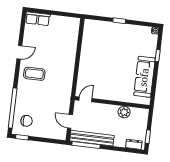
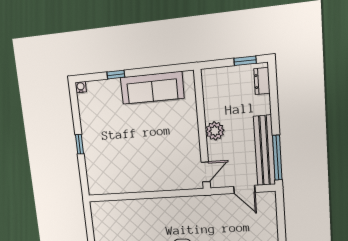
door: (86, 99) -> (206, 172), swing flipped
plant: (124, 112) -> (215, 131), moved
door: (70, 121) -> (244, 189), hinge flipped

